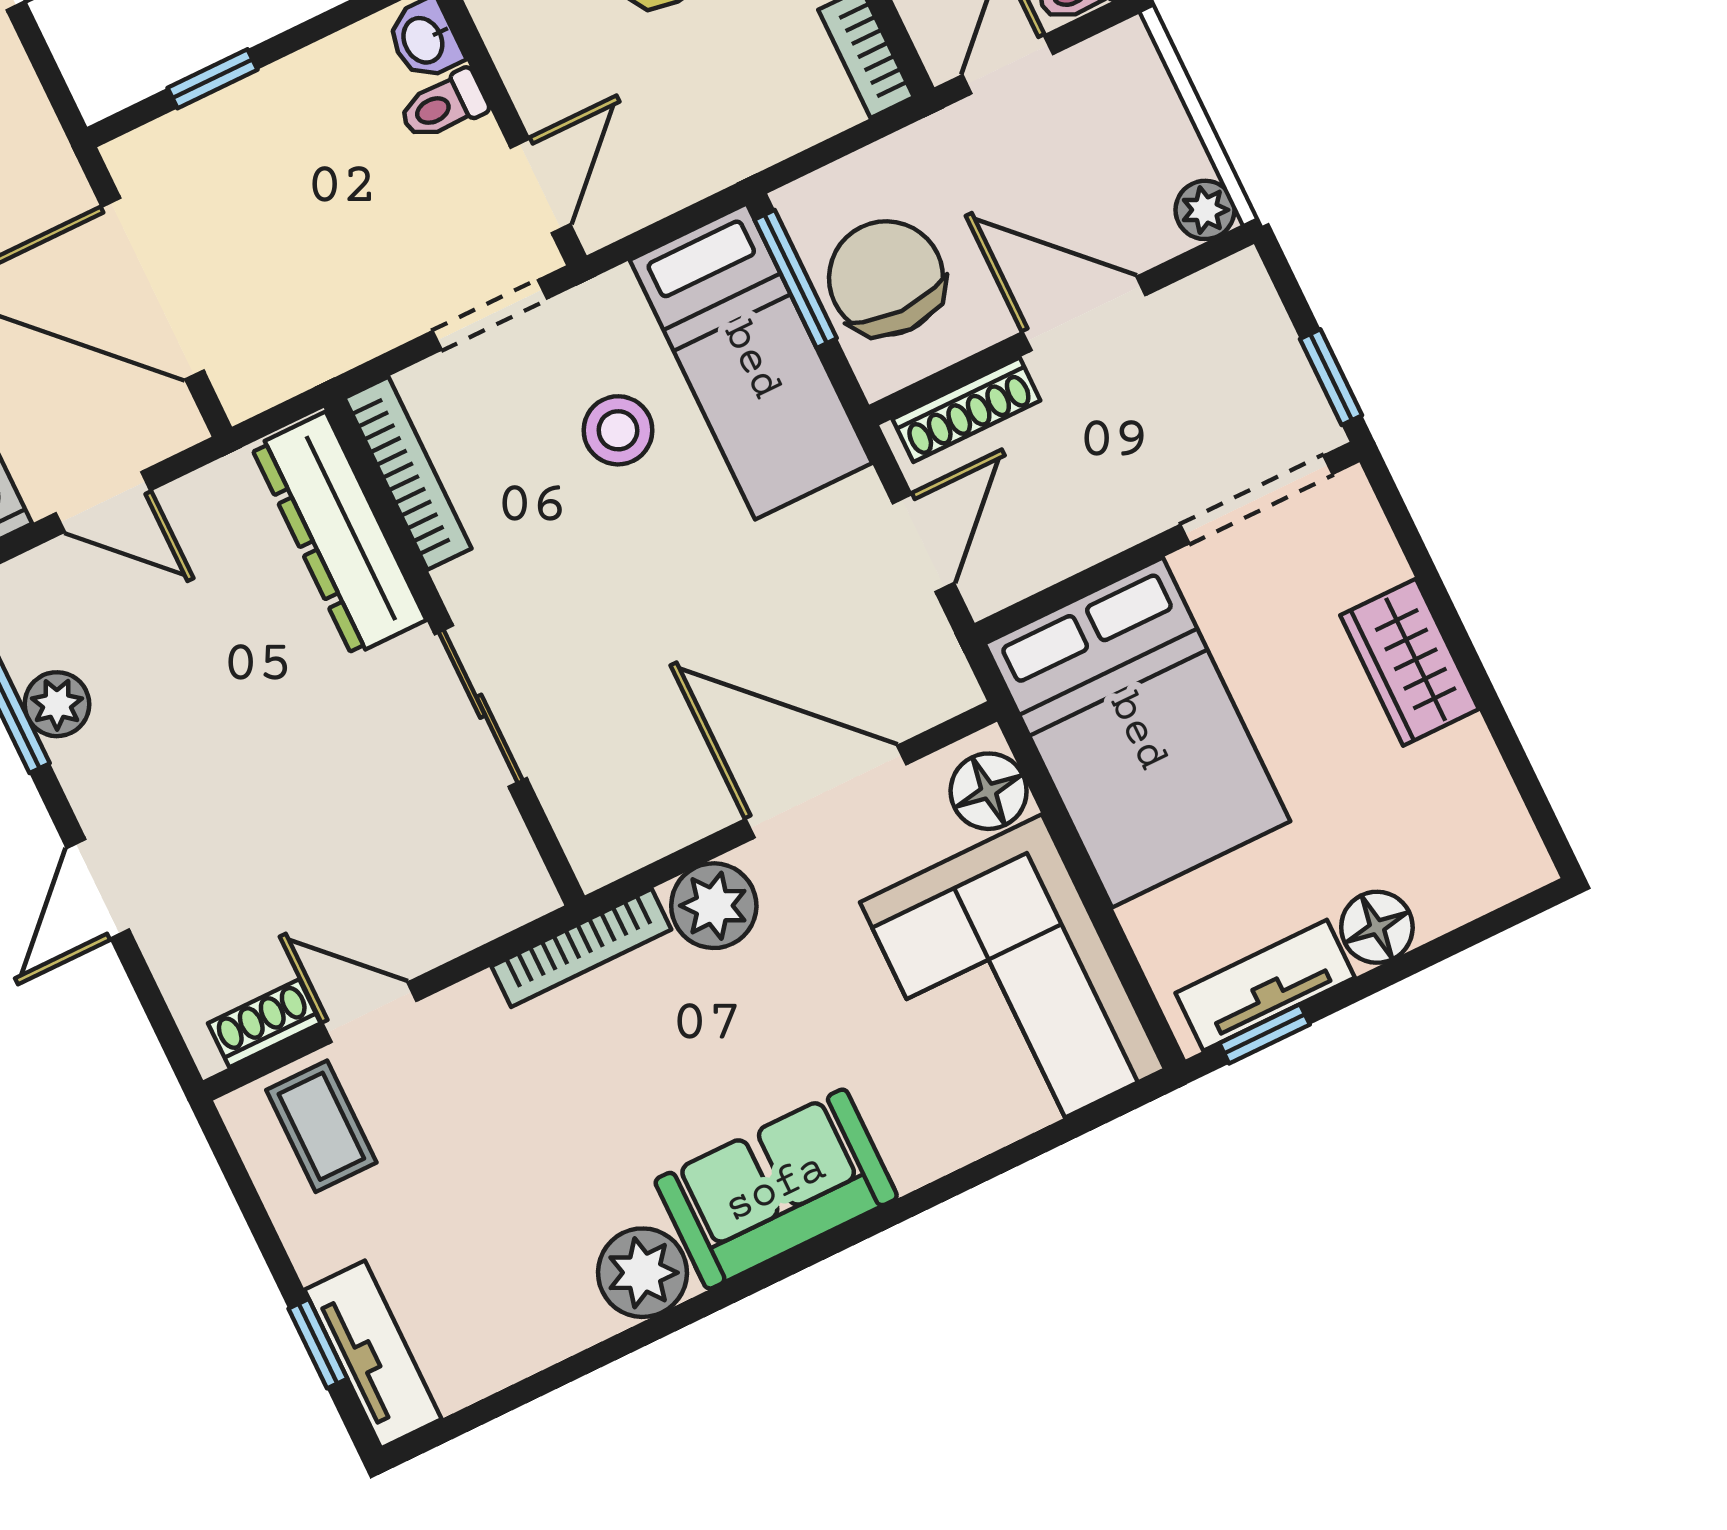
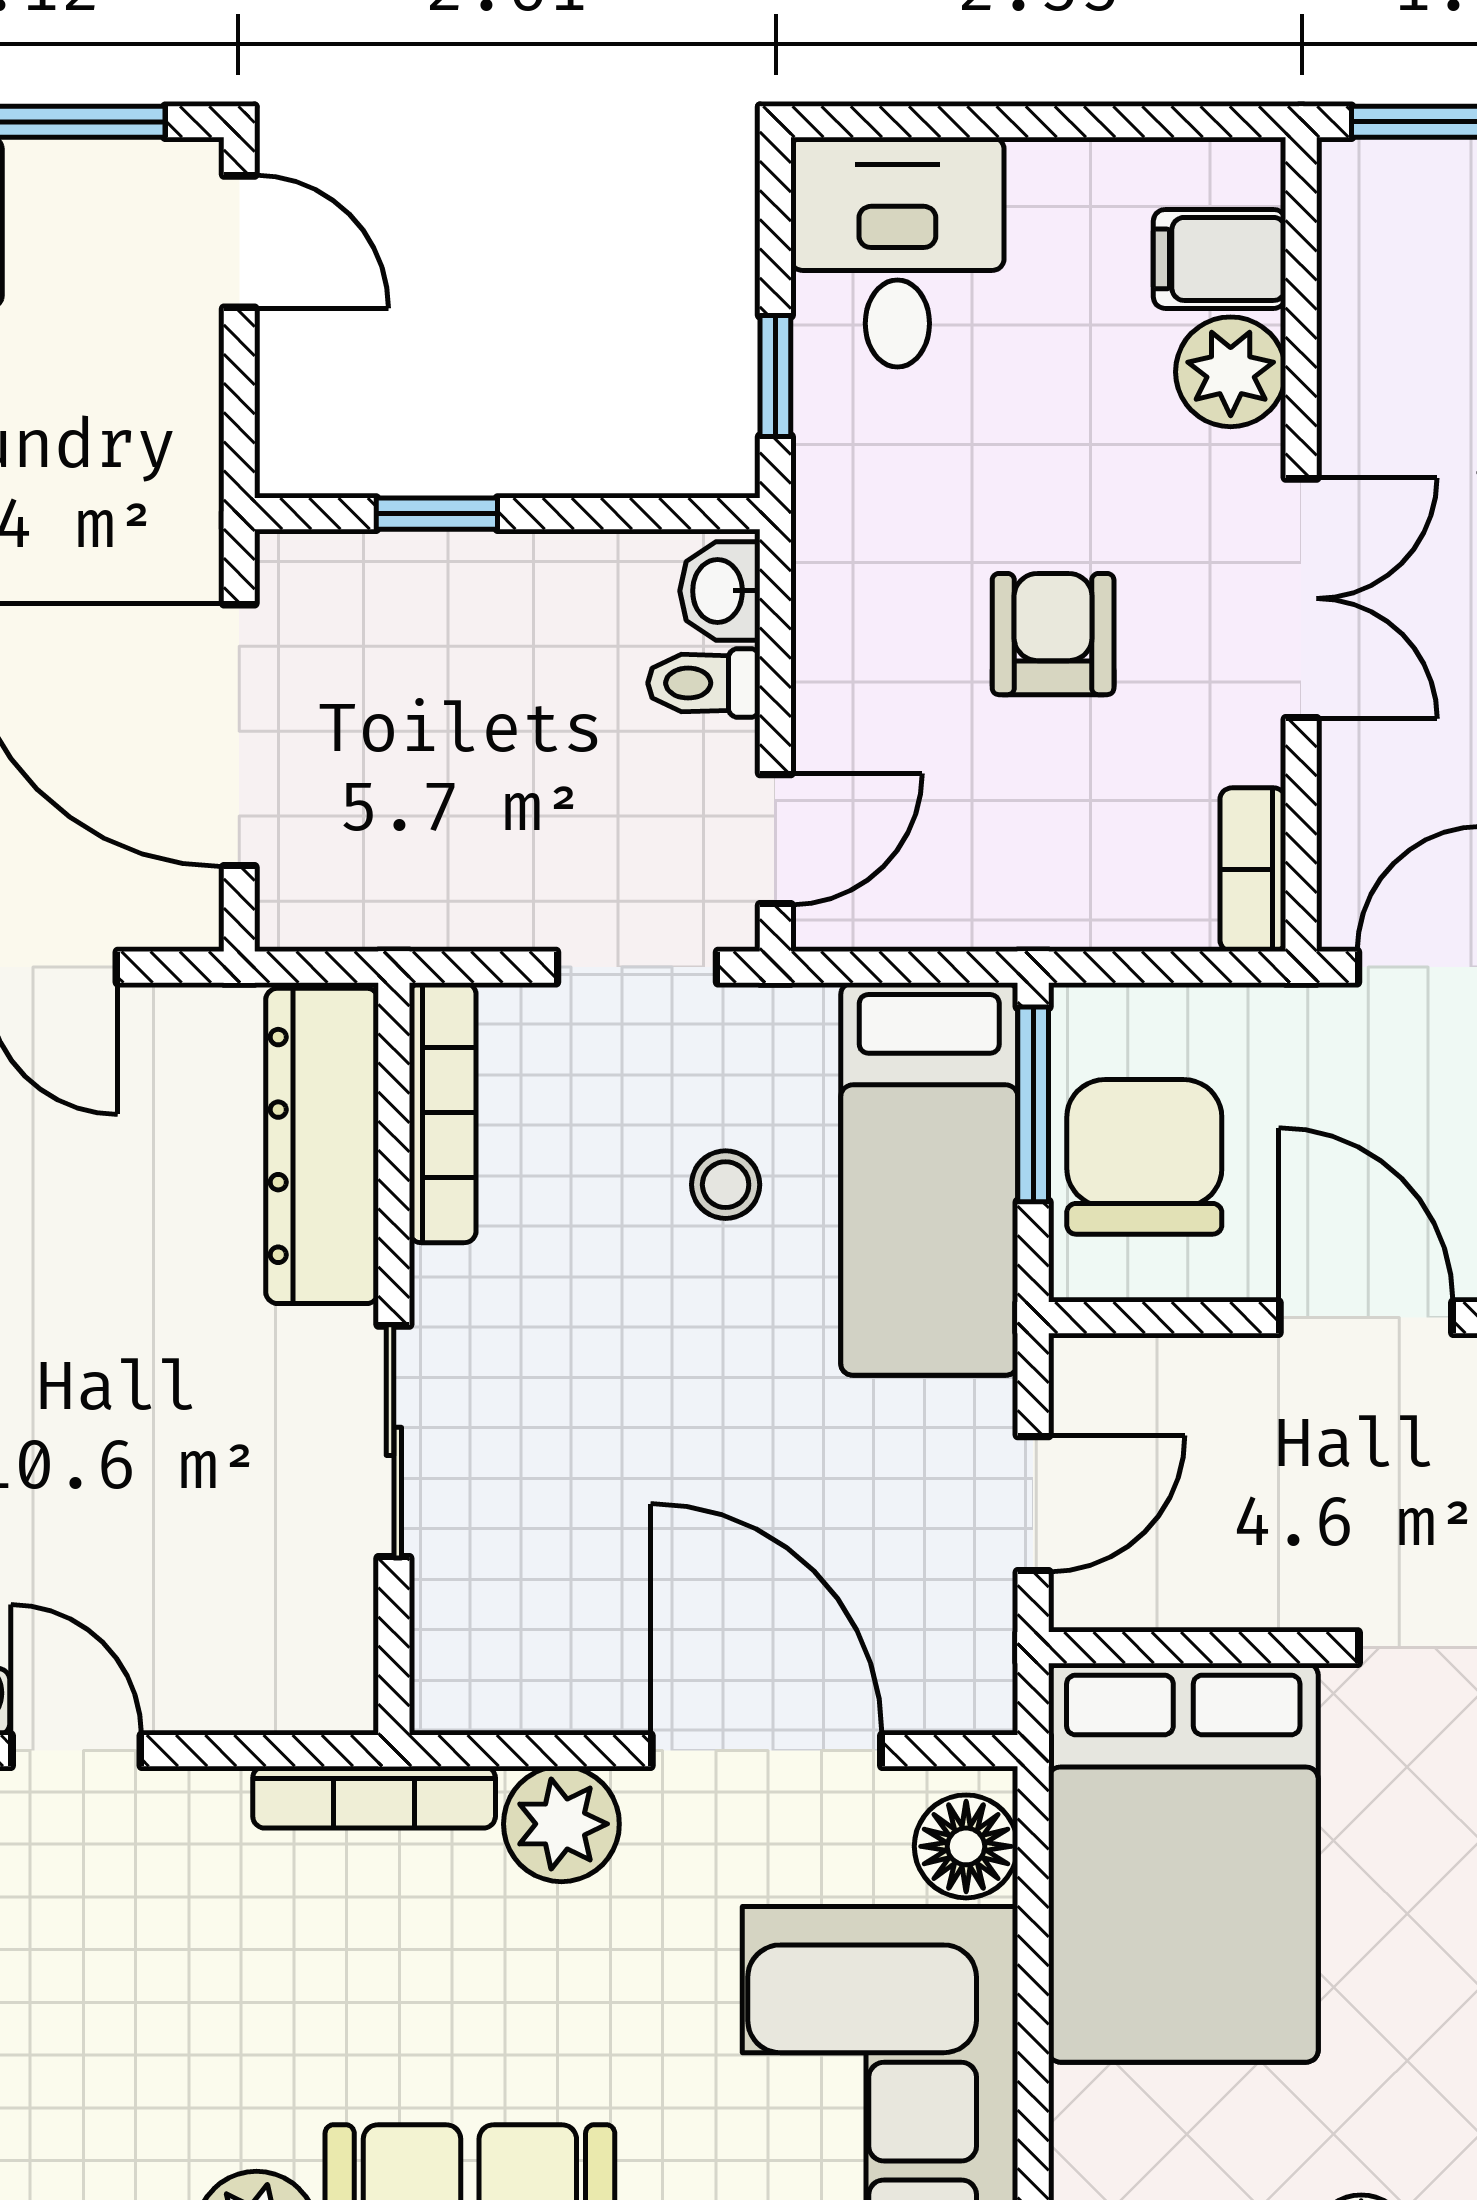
shoe rack: (966, 410) -> (1165, 1366), removed
stool: (618, 430) -> (726, 1185), width x0.73, depth x0.73

